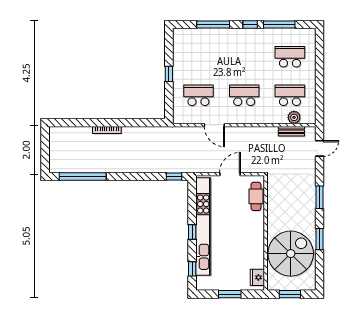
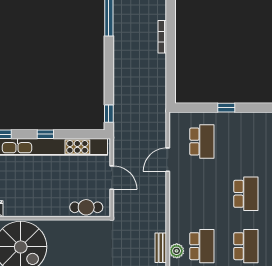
school desk: (244, 95) -> (246, 194), moved

